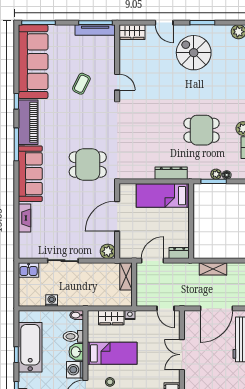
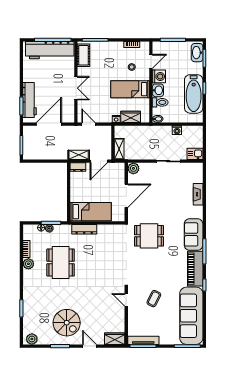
dining table: (202, 130) -> (61, 262), width x1.37
sofa: (30, 174) -> (194, 234), width x0.73
shelving: (213, 269) -> (79, 155), moved

